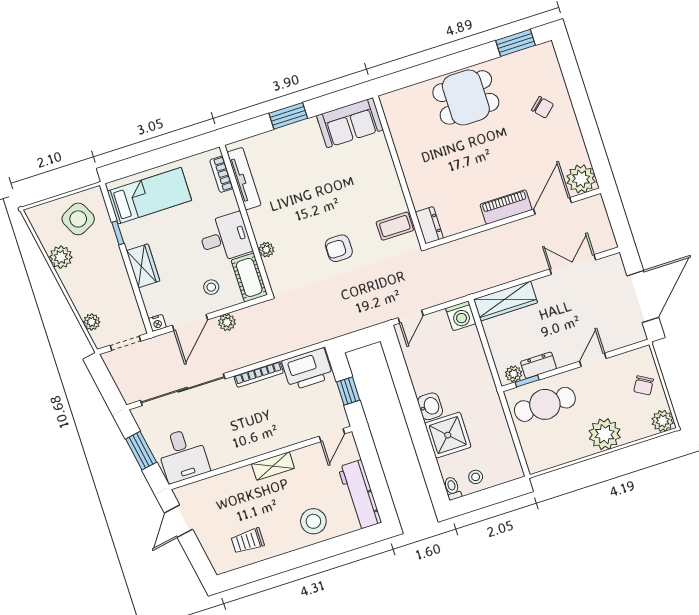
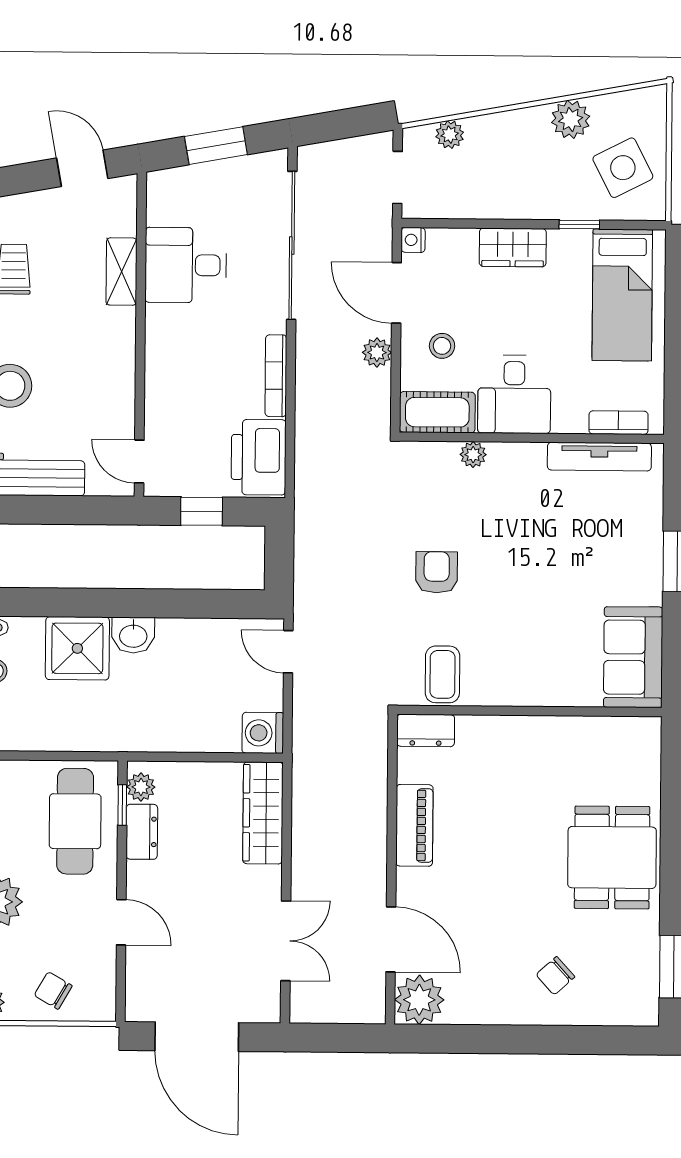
piano: (506, 207) -> (414, 825), moved
desk: (183, 455) -> (186, 265), moved
shelving: (273, 466) -> (122, 272), moved

